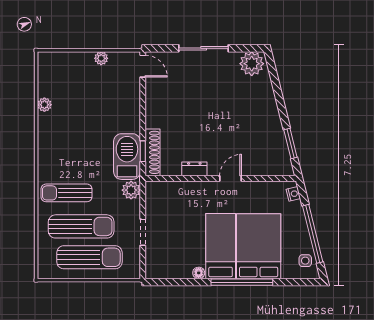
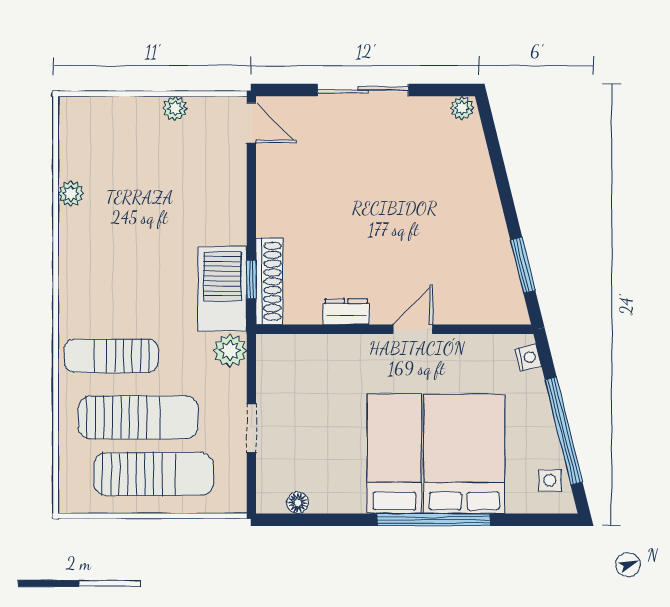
plant: (252, 64) -> (462, 108), width x0.53, depth x0.53
floor lamp: (199, 273) -> (298, 503), moved

